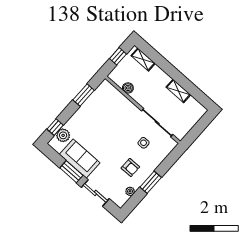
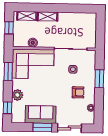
shelving: (178, 91) -> (48, 16), moved
corner sofa: (112, 107) -> (33, 64), added
plant: (63, 135) -> (17, 95), moved
window: (151, 182) -> (99, 79), moved

